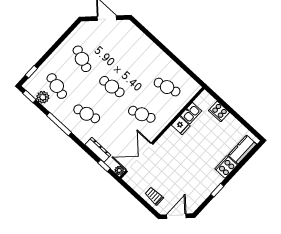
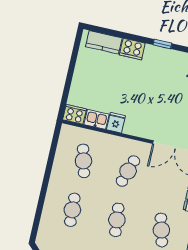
cafe table: (137, 59) -> (72, 210), added
cooker: (219, 111) -> (75, 114), moved, turned -90
cafe table: (142, 114) -> (128, 171), turned 39

